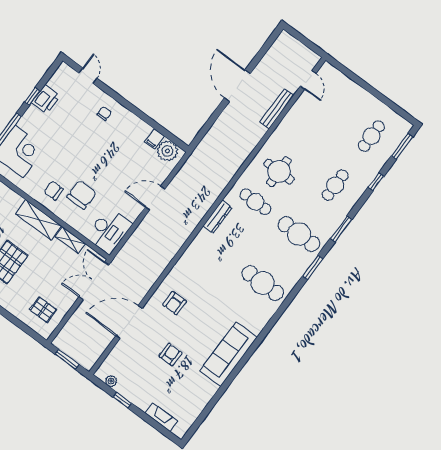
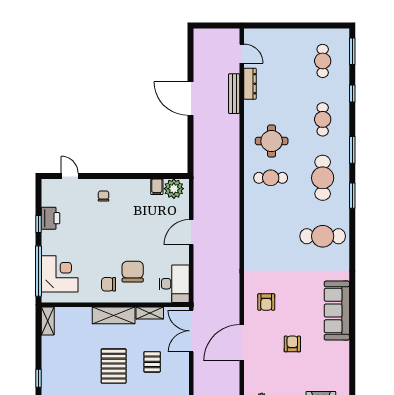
dresser: (218, 217) -> (250, 84), moved
cafe table: (299, 234) -> (323, 178), turned 90
pallet: (43, 310) -> (152, 362), moved, turned 90

